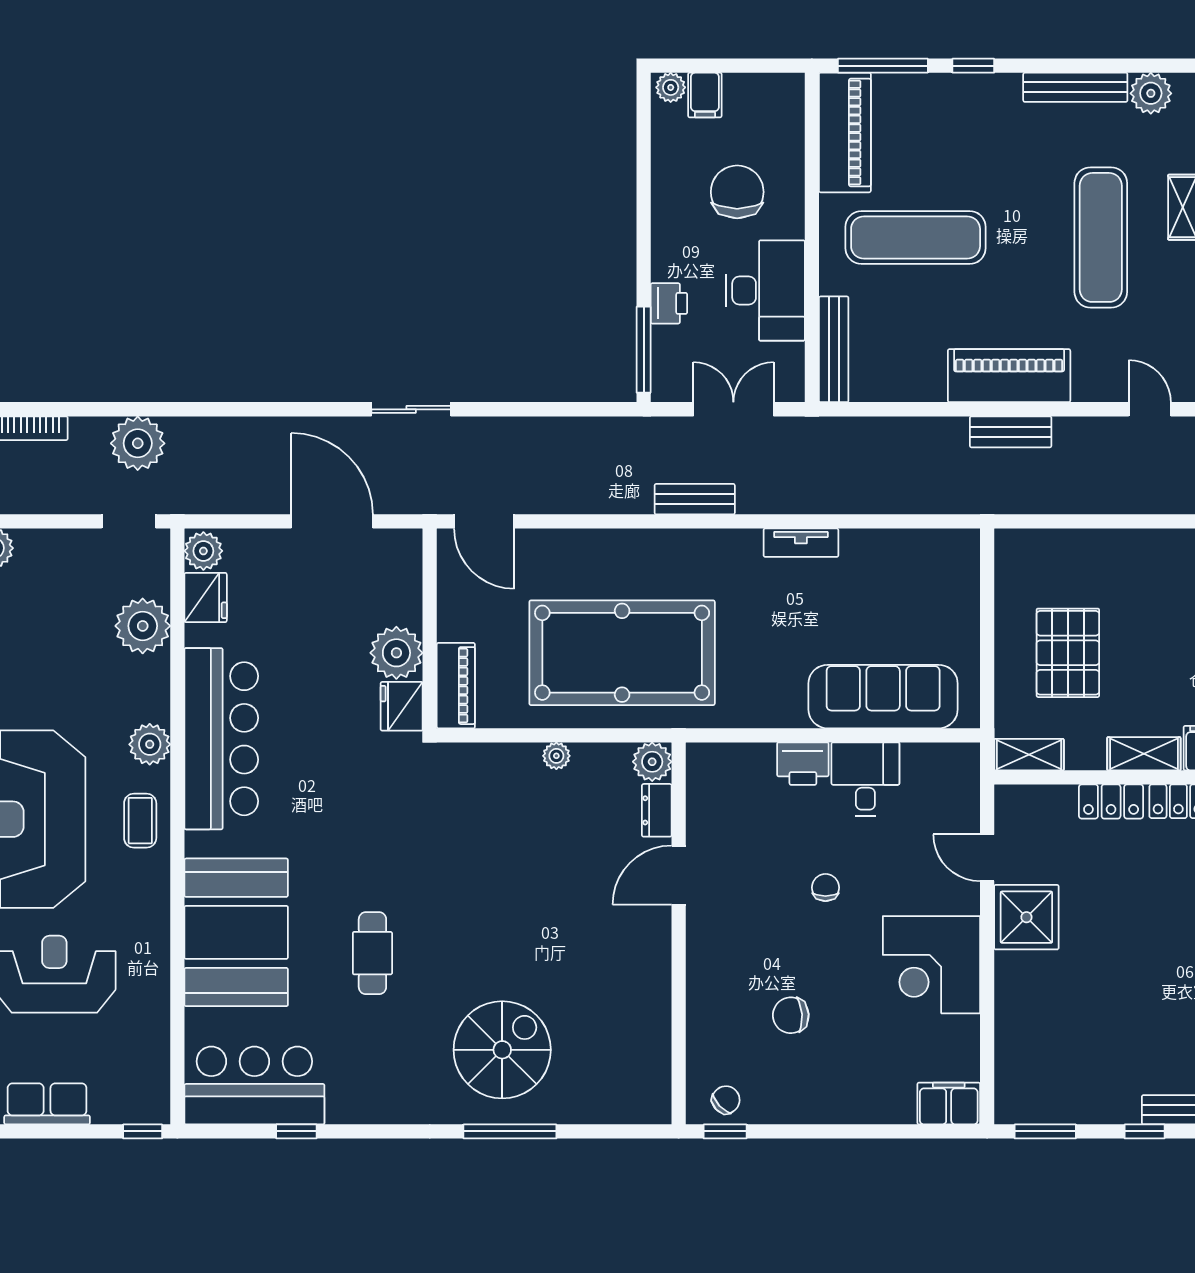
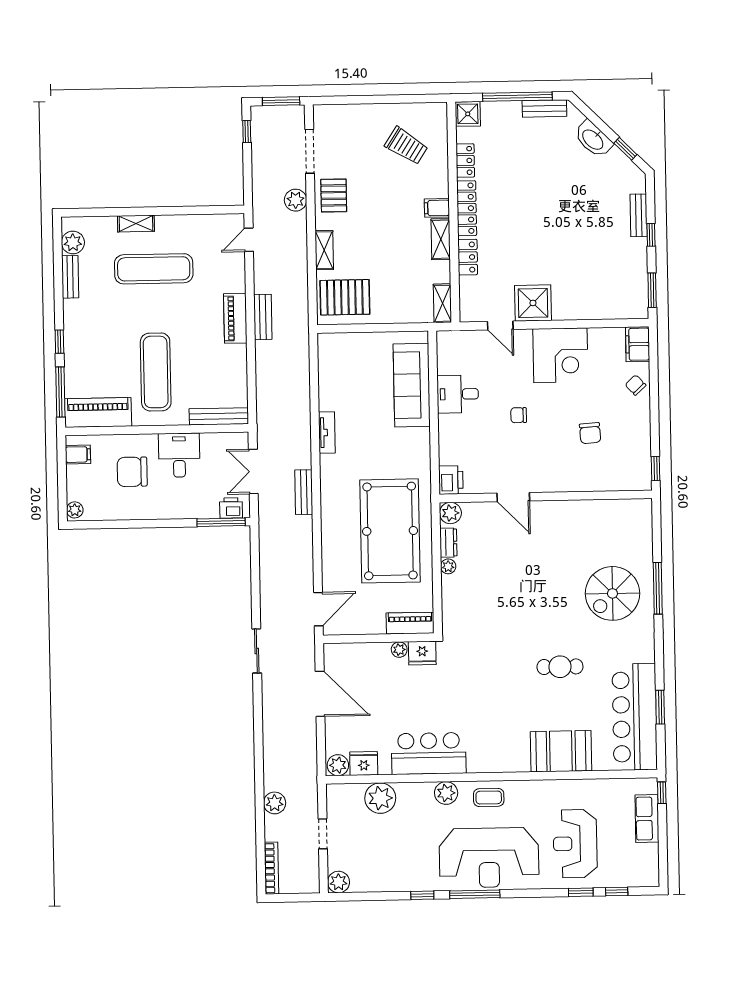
bench: (1075, 87) -> (70, 277), width x0.73
filing cabinet: (705, 95) -> (78, 454), moved
desk: (765, 290) -> (179, 455), width x0.73
printer: (669, 303) -> (231, 508), moved
piano: (1009, 376) -> (235, 318), width x0.73, depth x0.75
plant: (138, 443) -> (275, 803), width x0.73, depth x0.73
doorway: (129, 521) -> (323, 834), moved
door: (332, 521) -> (320, 694), swing flipped
shelving: (1128, 544) -> (324, 250), added
plant: (396, 653) -> (399, 650), width x0.53, depth x0.53
pallet: (1068, 653) -> (345, 297), moved
bar counter: (221, 739) -> (429, 753), width x0.73
printer: (803, 764) -> (451, 480), moved
dresser: (657, 810) -> (448, 543), moved, turned -90
door: (987, 858) -> (500, 325), hinge flipped
booth: (236, 932) -> (561, 751), width x0.73, depth x0.70
spiral stairs: (502, 1050) -> (612, 593), turned -90
bar counter: (254, 1085) -> (635, 717), width x1.36
chair: (726, 1100) -> (635, 385), moved
row of seats: (47, 1104) -> (647, 818), moved
window: (296, 1131) -> (660, 707), width x1.50

